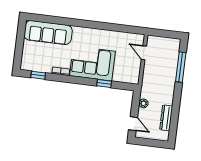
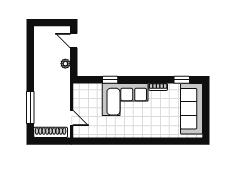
sofa: (48, 33) -> (191, 109), moved, turned -90
shoe rack: (165, 42) -> (51, 132), added
dresser: (166, 118) -> (39, 51), removed

